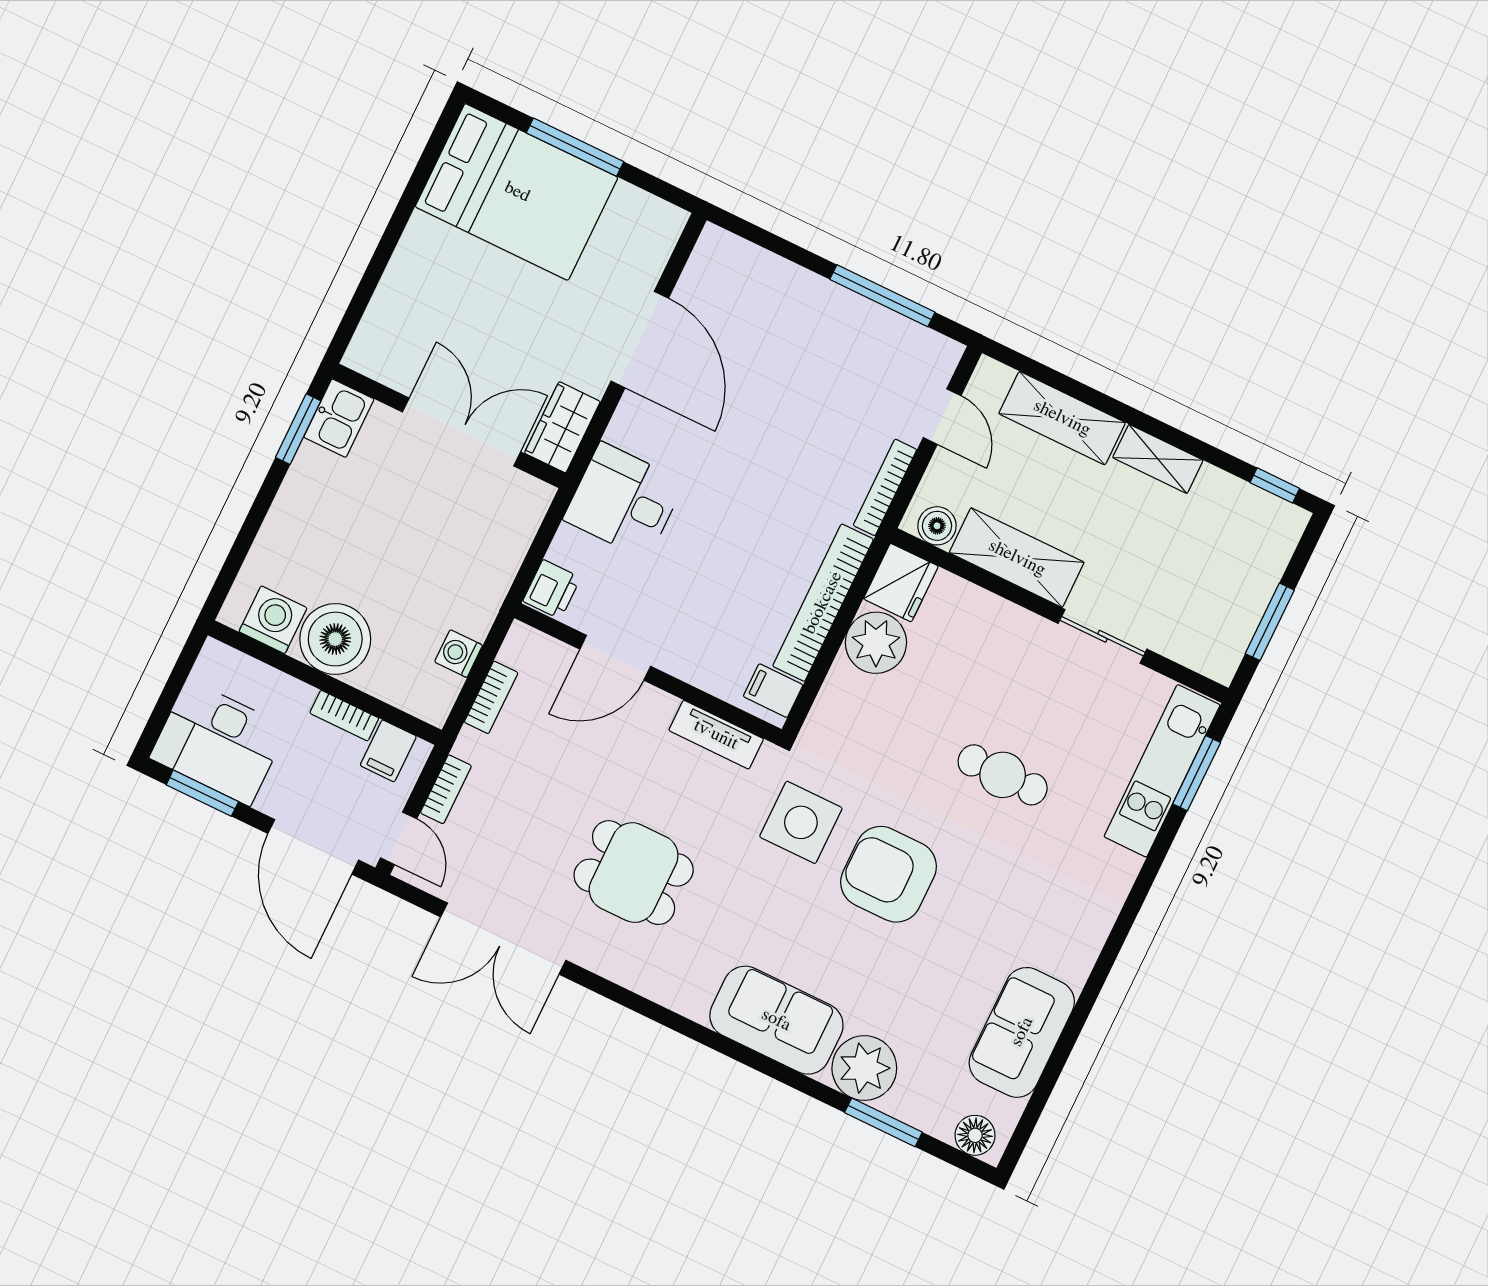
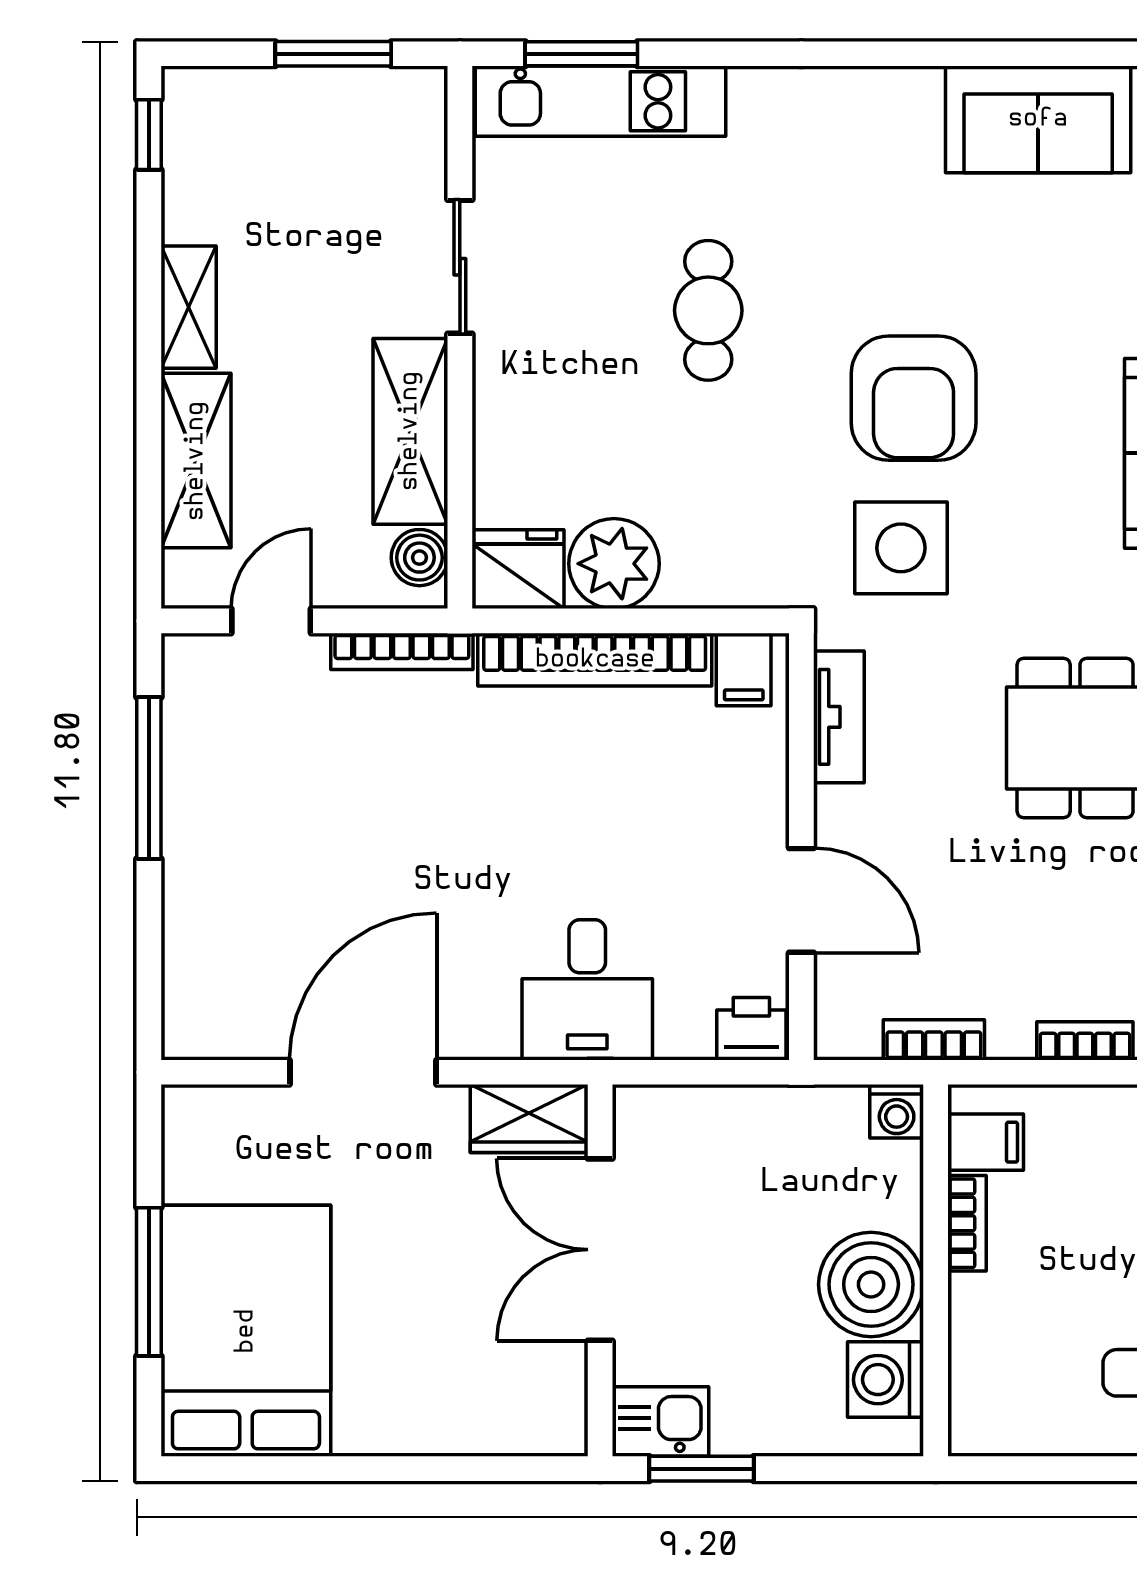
washing machine: (273, 620) -> (885, 1380), moved
boiler: (335, 639) -> (871, 1284), moved
wall: (325, 683) -> (936, 1270), moved
bookcase: (344, 716) -> (967, 1223), moved
filing cabinet: (388, 751) -> (986, 1142), moved

